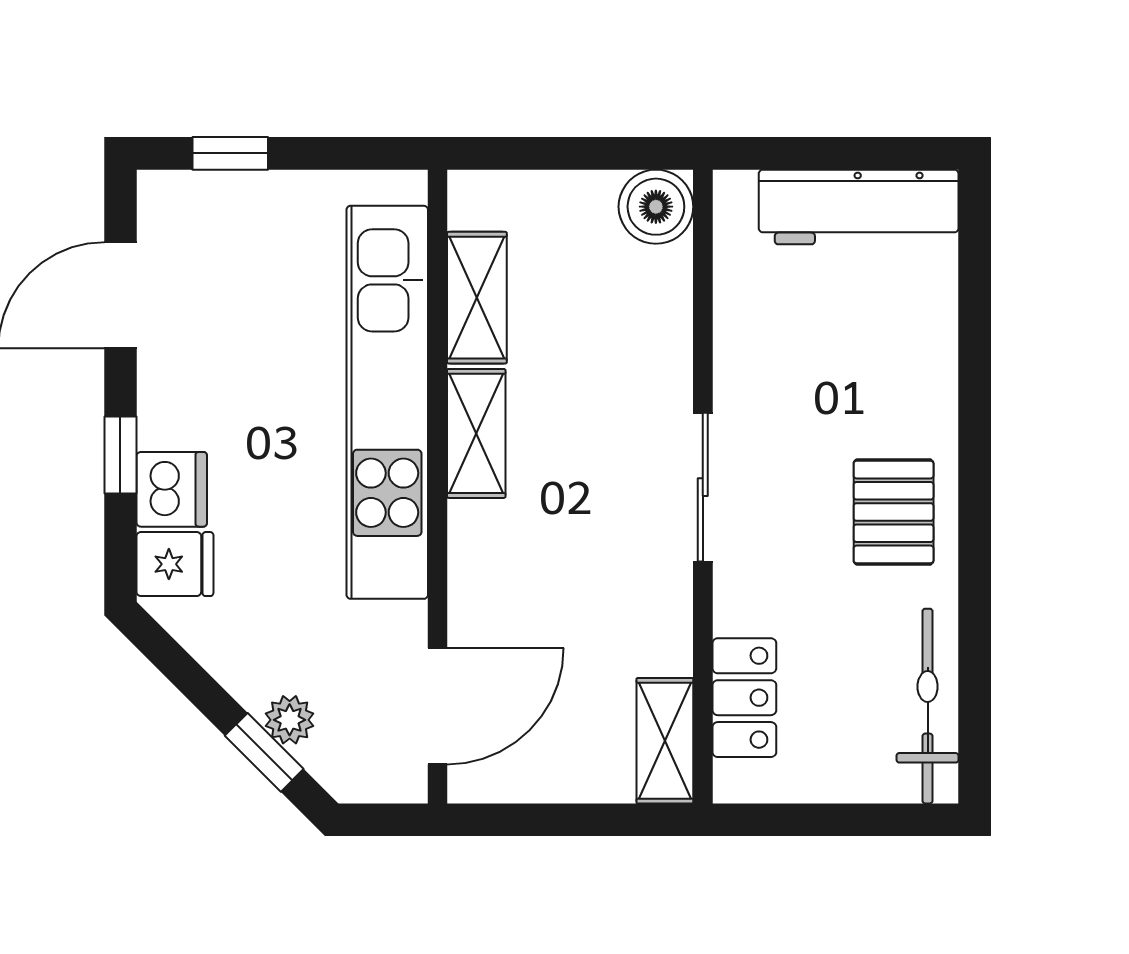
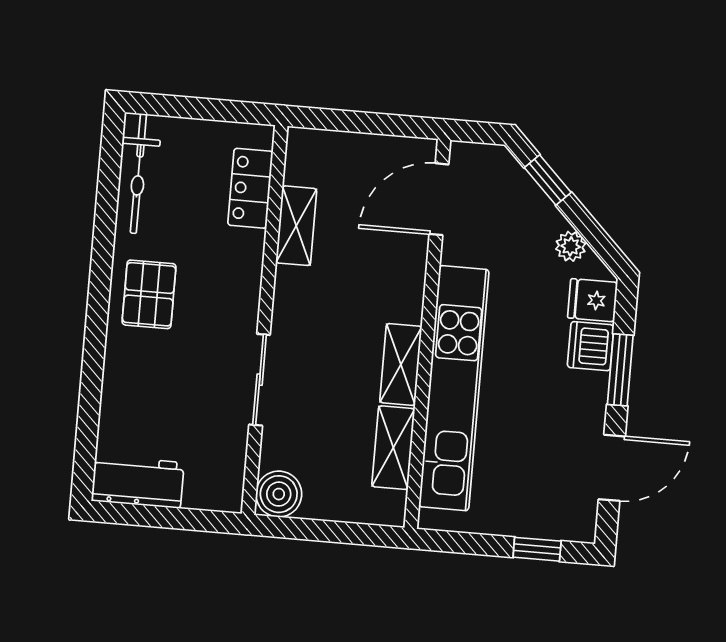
workbench: (859, 207) -> (138, 482), width x0.73
window: (120, 455) -> (620, 370), width x1.50
sliding door: (703, 487) -> (260, 380), moved
plant: (290, 720) -> (571, 246), moved
shelving: (665, 741) -> (296, 226), moved

